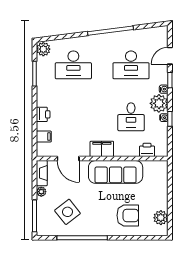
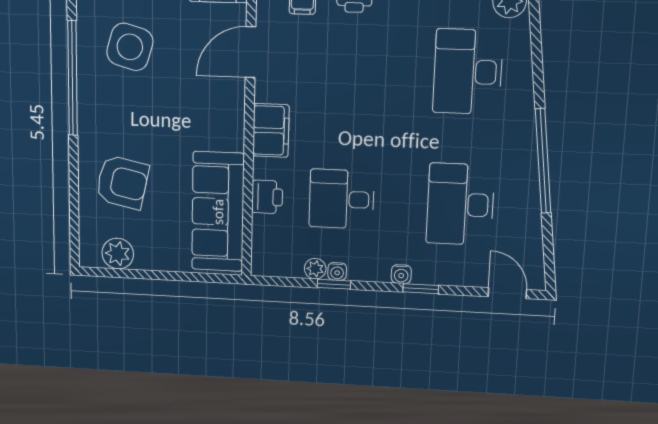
door: (170, 56) -> (507, 293), moved
plant: (159, 103) -> (315, 269), moved, width x0.53, depth x0.53
printer: (147, 150) -> (267, 197), moved
sofa: (116, 172) -> (218, 212), moved
side table: (67, 212) -> (130, 47), turned -36
armchair: (128, 215) -> (122, 182), turned -78

